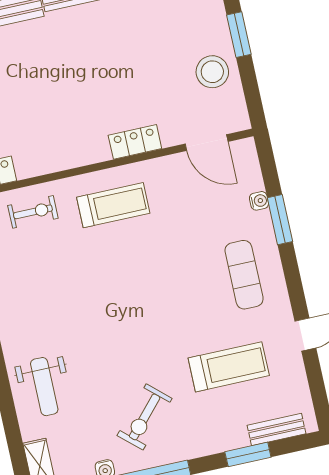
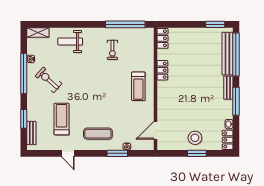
stool: (212, 72) -> (195, 138), moved
locker: (135, 142) -> (162, 70), moved
exercise bike: (33, 212) -> (112, 50), moved
treadmill: (229, 367) -> (62, 119), turned 180

